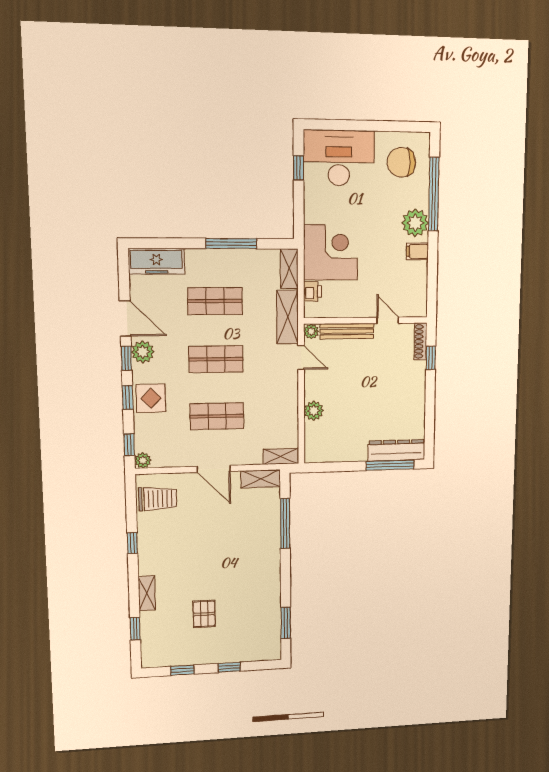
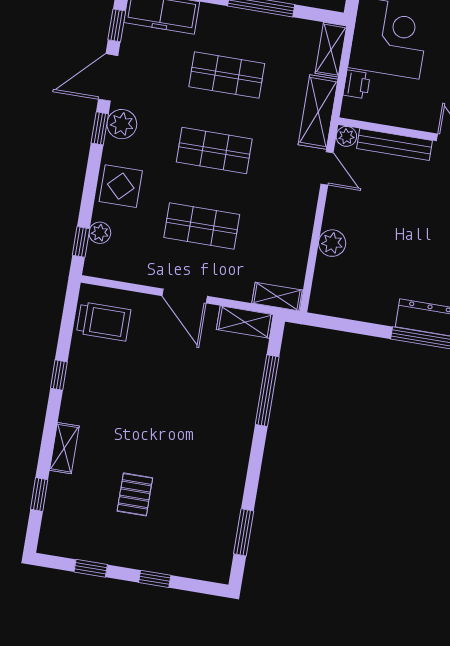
door: (125, 318) -> (108, 77), swing flipped
window: (128, 398) -> (117, 25), moved
plant: (143, 460) -> (100, 233), moved

